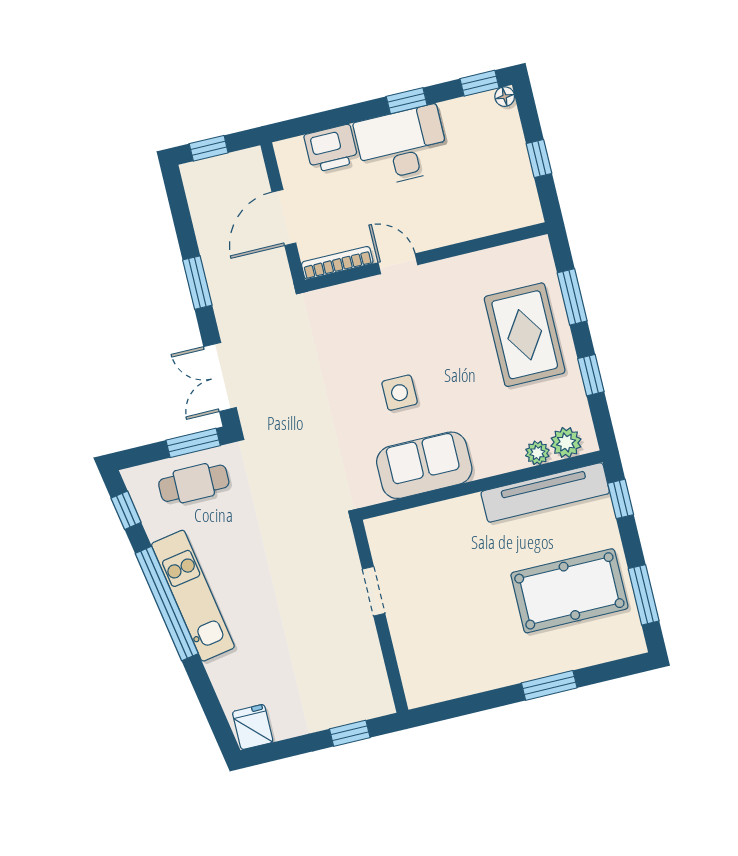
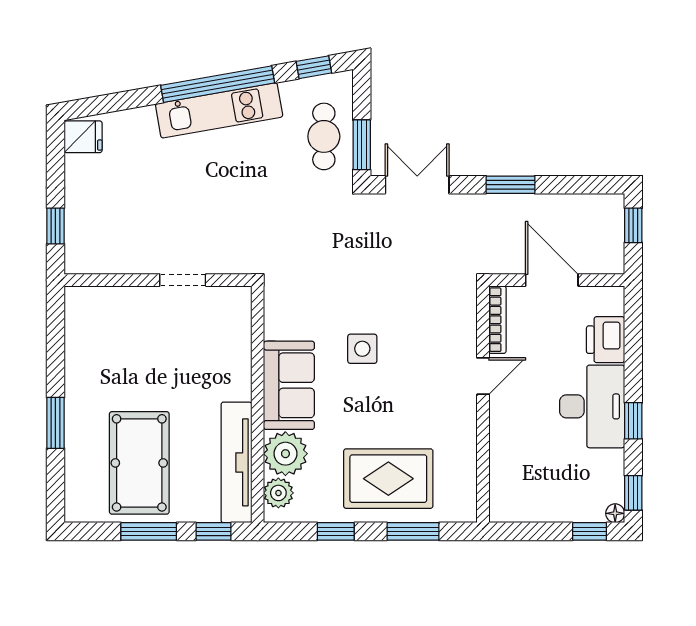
window: (539, 158) -> (589, 531), moved
plant: (537, 453) -> (285, 454), width x1.87, depth x1.87
sofa: (424, 465) -> (289, 385), moved
window: (644, 595) -> (149, 531), moved

